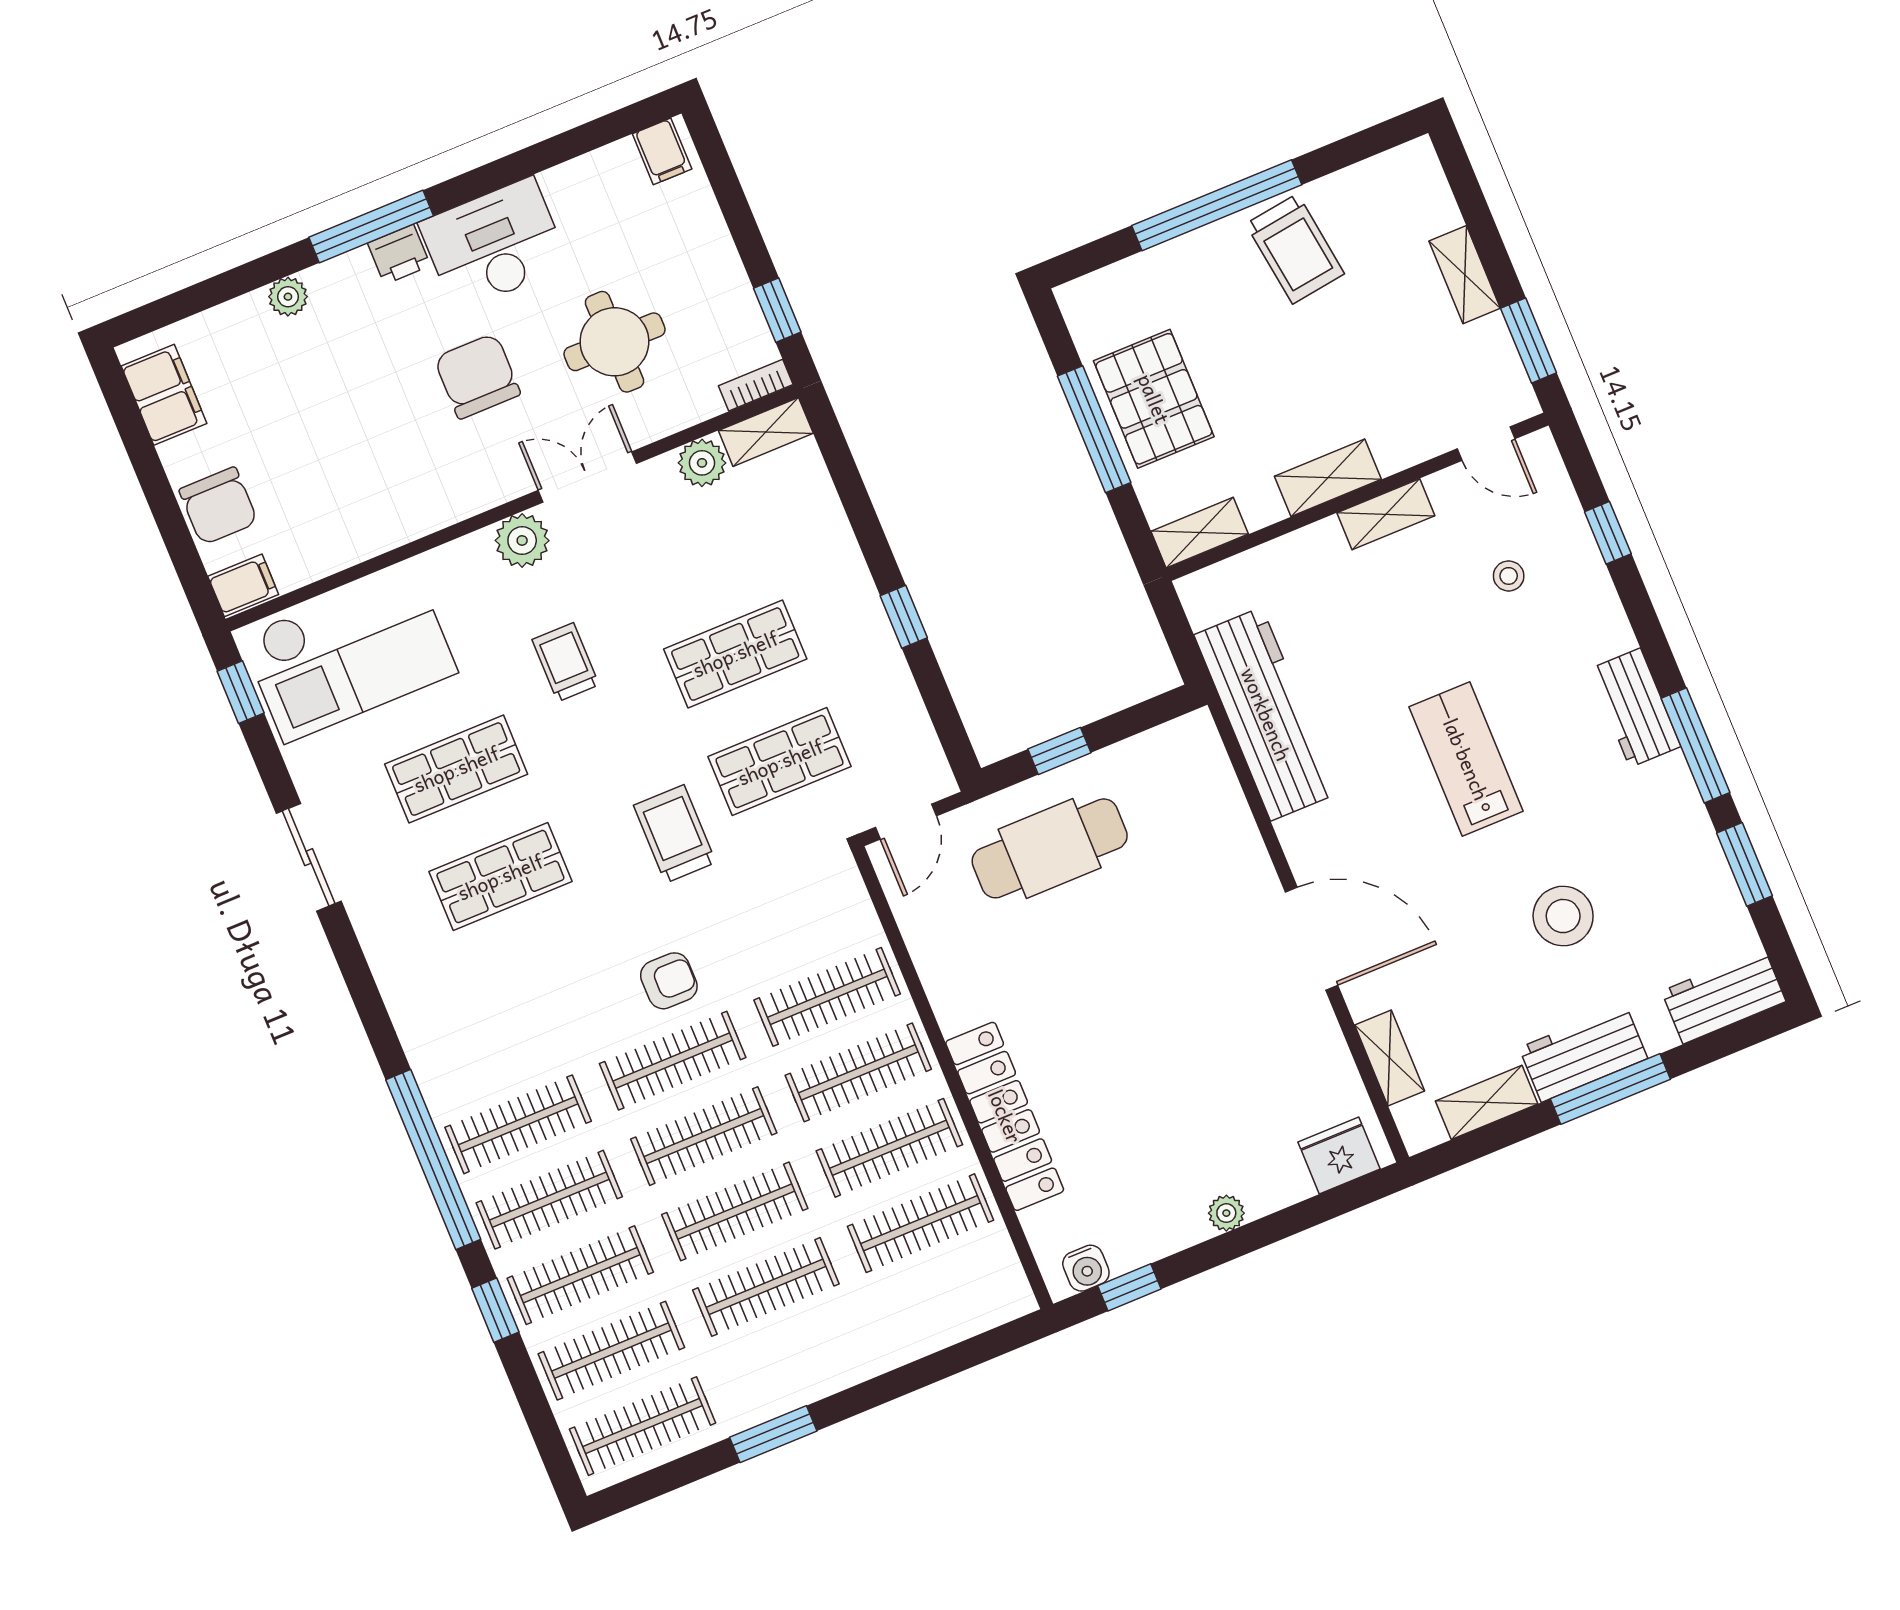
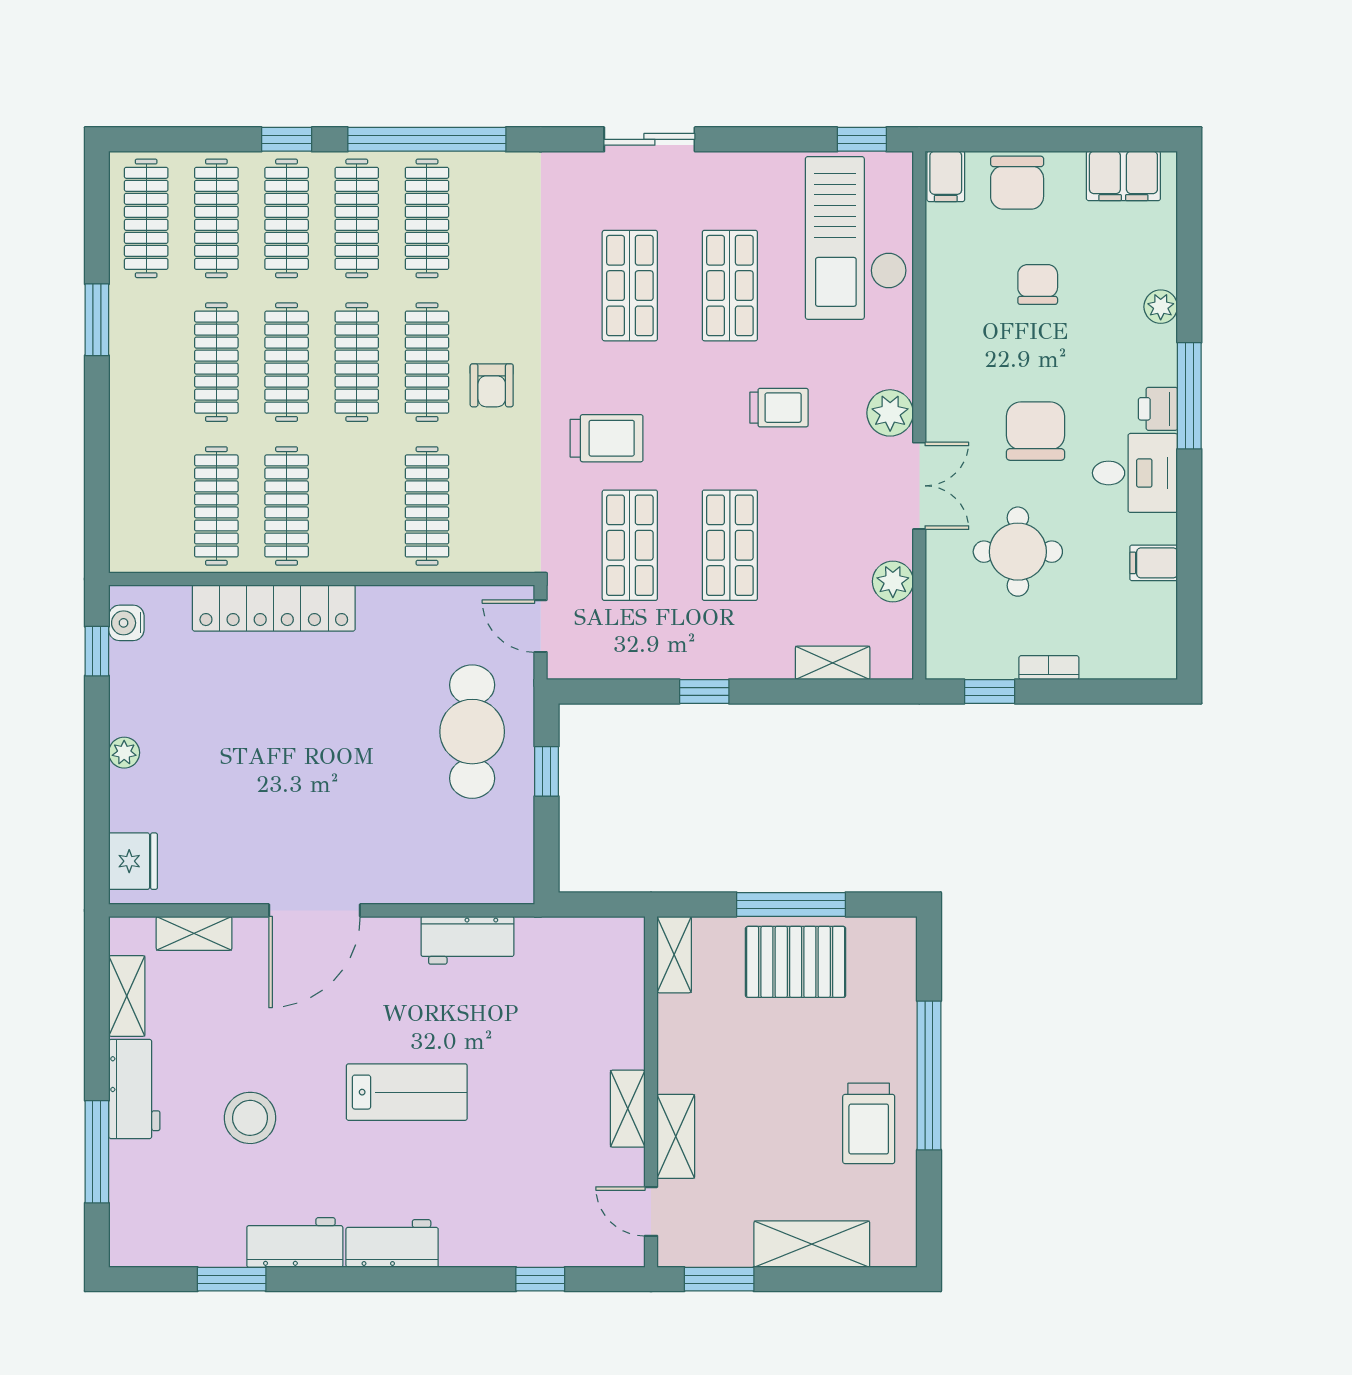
filing cabinet: (662, 151) -> (1154, 563), moved
desk: (494, 244) -> (1135, 473), width x0.73
trolley: (1295, 249) -> (869, 1123), turned -82
shelving: (1465, 275) -> (812, 1244), width x1.50, depth x1.33
chair: (477, 376) -> (1035, 431), turned -90
bookcase: (756, 385) -> (1049, 668), moved, turned -90
shelving: (766, 432) -> (833, 663), moved, turned 90
chair: (319, 439) -> (1038, 284), added
door: (1486, 444) -> (651, 1211), hinge flipped
shelving: (1328, 478) -> (676, 1136), moved
chair: (218, 506) -> (1017, 183), turned -90
stool: (1509, 576) -> (538, 1186), removed
workbench: (1266, 714) -> (467, 940), width x0.53, depth x0.76
window: (1695, 745) -> (342, 1279), removed
sliding door: (309, 857) -> (649, 139), moved
workbench: (1724, 996) -> (295, 1242), moved, turned -90
clothes rail: (858, 1072) -> (357, 506), removed
window: (1610, 1089) -> (97, 1152), moved

